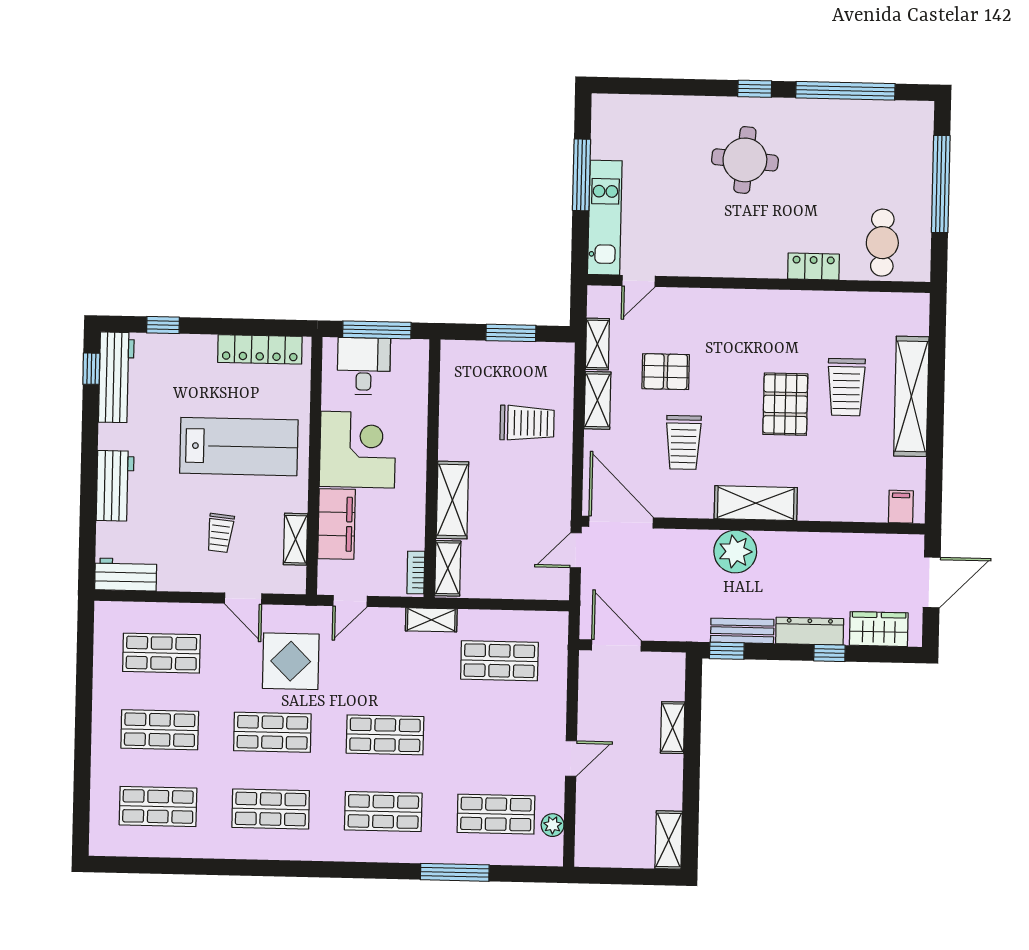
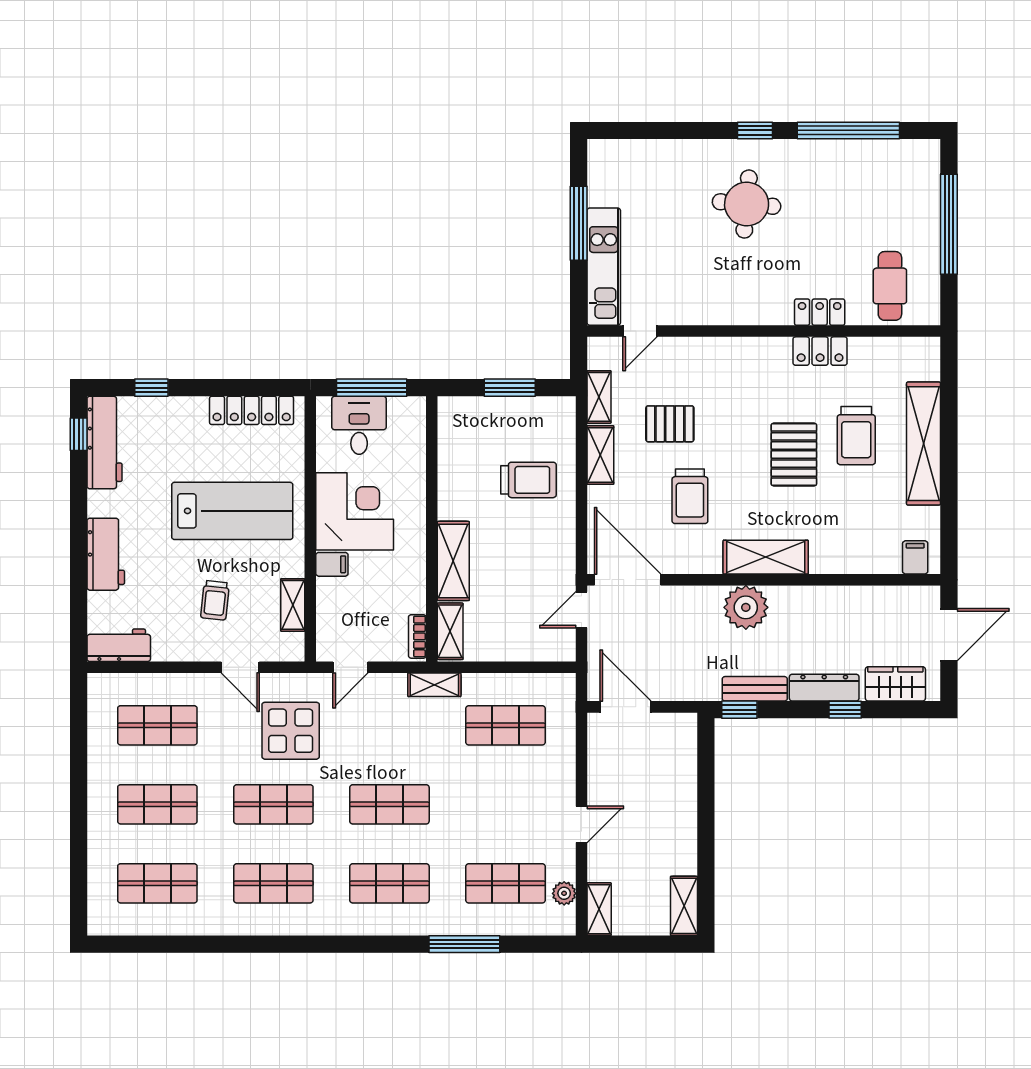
locker: (813, 304) -> (820, 351), added
filing cabinet: (336, 524) -> (332, 564), width x0.33, depth x0.86
shelving: (673, 728) -> (599, 909), moved

